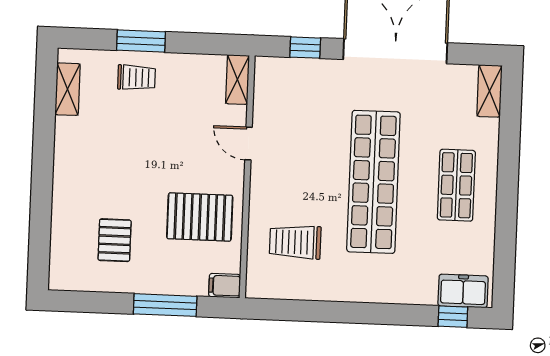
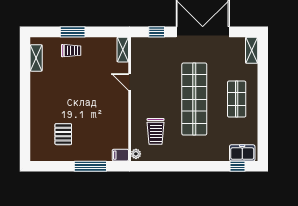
pallet: (200, 217) -> (106, 121), removed
trolley: (295, 242) -> (156, 131), turned -90
plant: (255, 284) -> (136, 154), added

